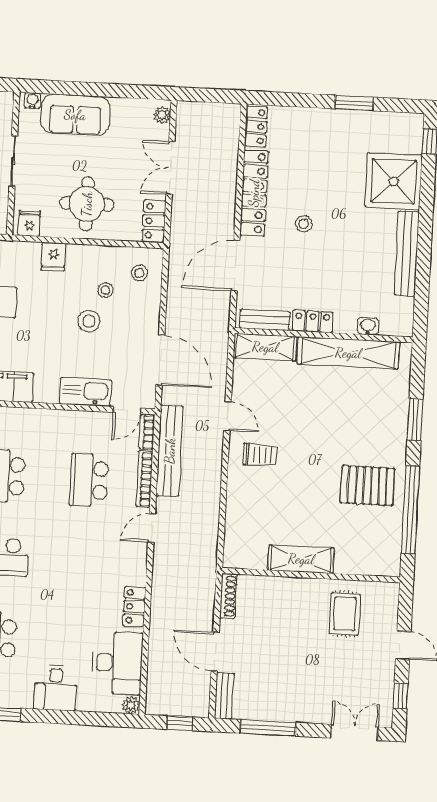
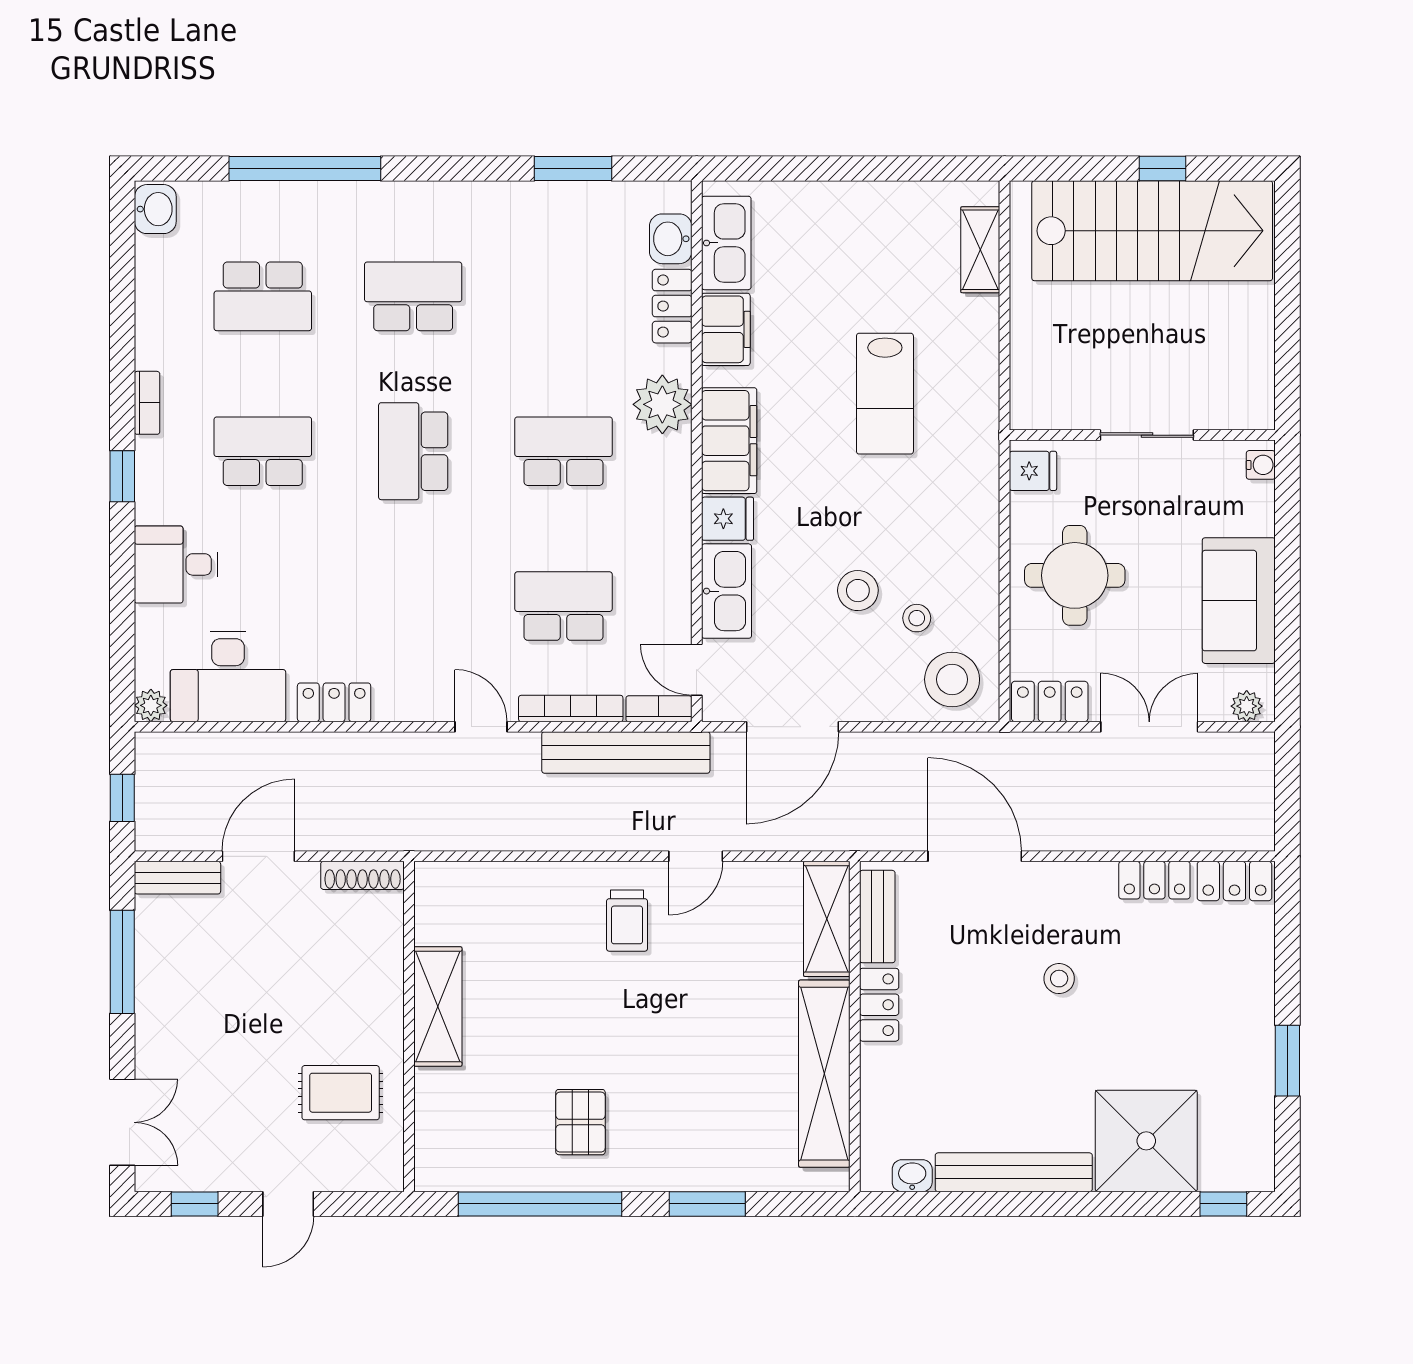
sofa: (75, 115) -> (1239, 601), moved
locker: (254, 193) -> (1154, 880), width x0.46, depth x0.83
fridge: (53, 257) -> (728, 519), moved, turned 180
stool: (139, 273) -> (952, 679), width x1.89, depth x1.89
washbasin: (368, 326) -> (912, 1176), moved, turned -90
pallet: (367, 486) -> (580, 1122), width x0.67, depth x0.71

